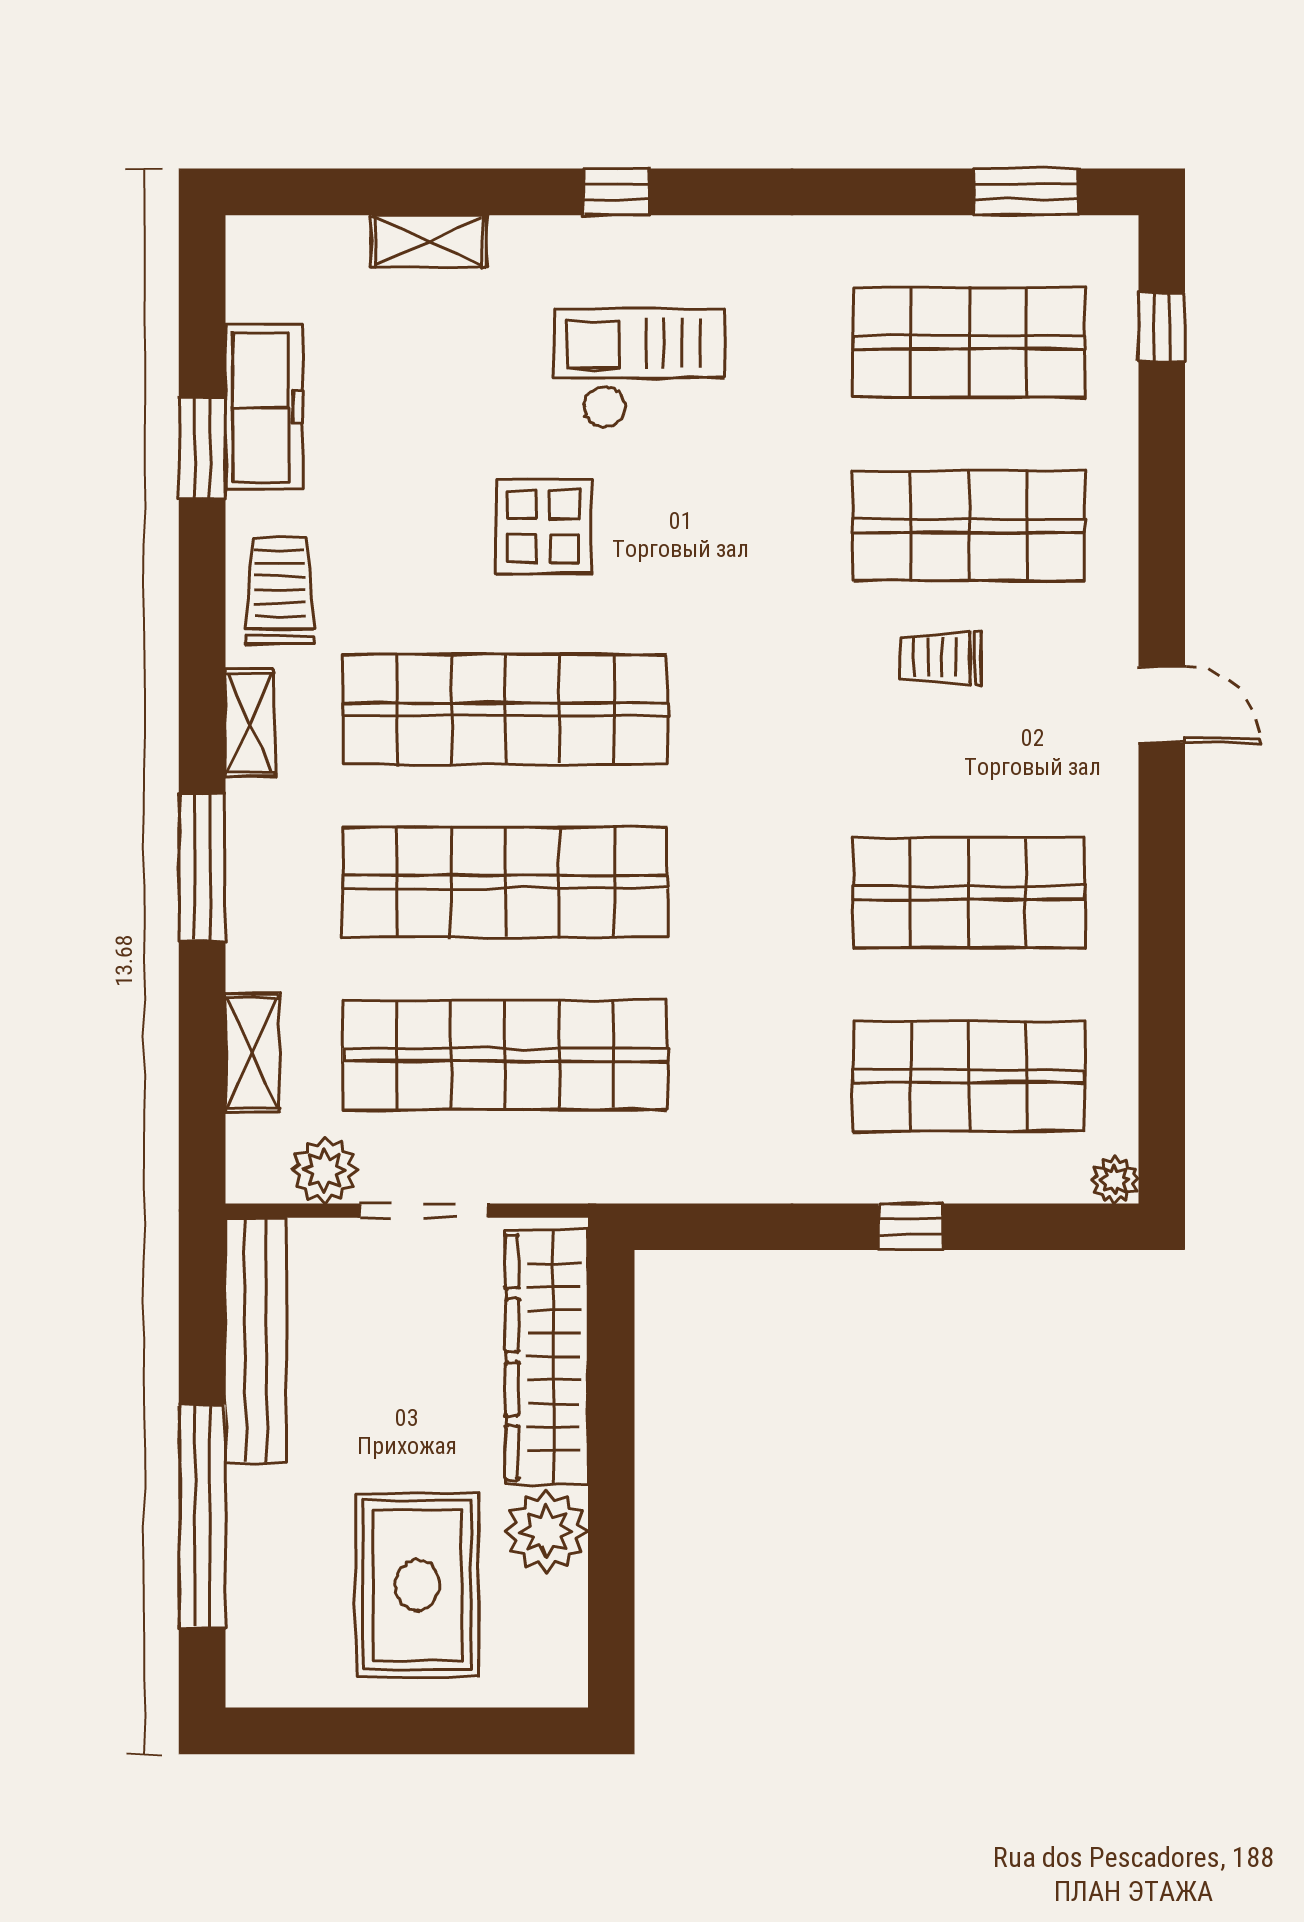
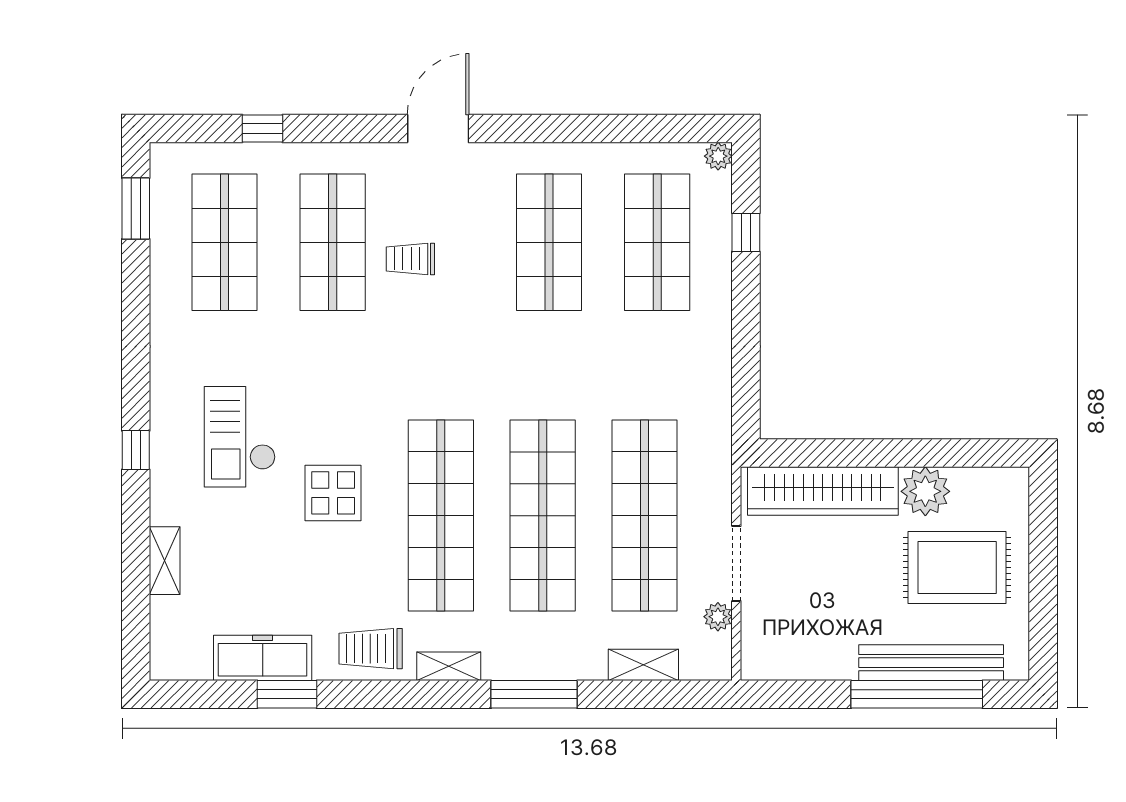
window: (1162, 327) -> (262, 129), moved
trolley: (941, 658) -> (410, 259), turned 90
door: (1162, 705) -> (438, 129), width x1.38
plant: (325, 1170) -> (718, 617), width x0.73, depth x0.73
window: (911, 1227) -> (746, 232), moved
bench: (256, 1340) -> (931, 663), moved

